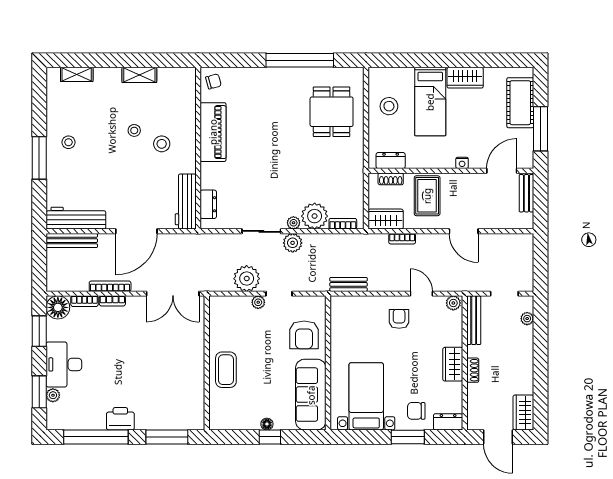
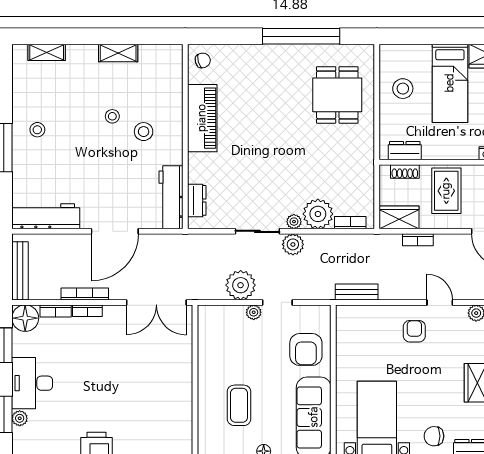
bench: (72, 241) -> (20, 271), moved, turned 90
coffee table: (226, 370) -> (239, 405), moved

